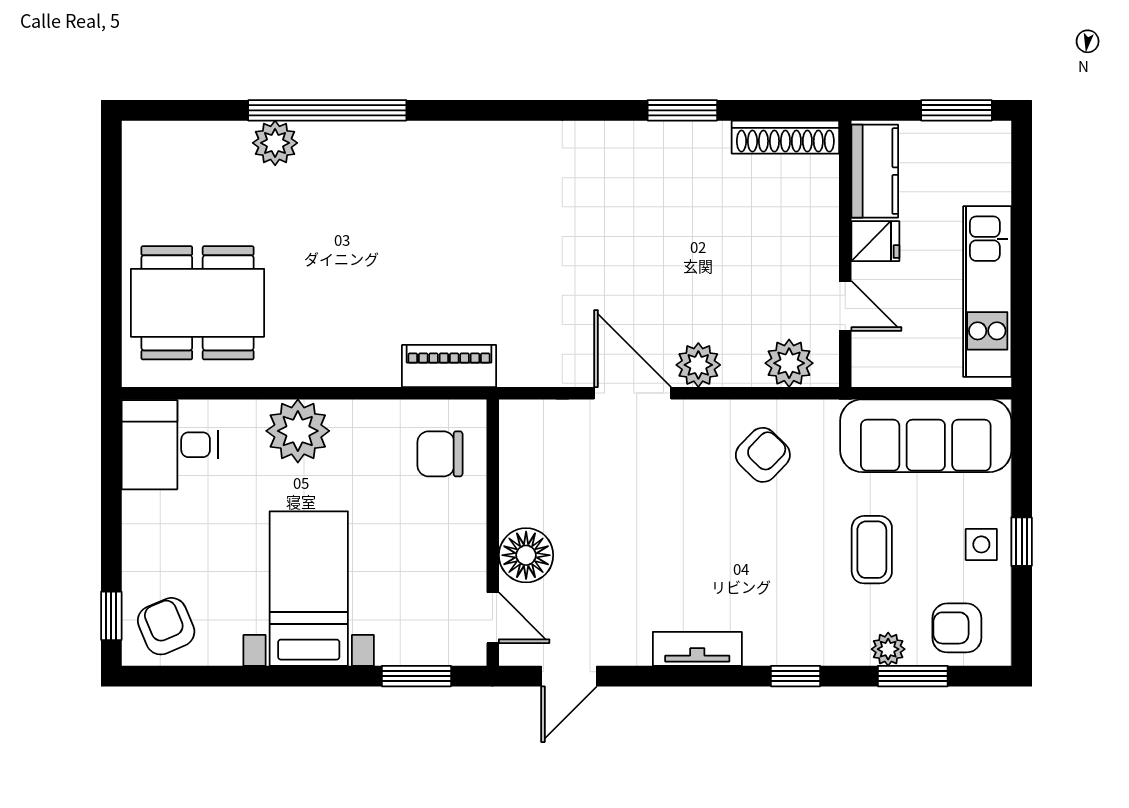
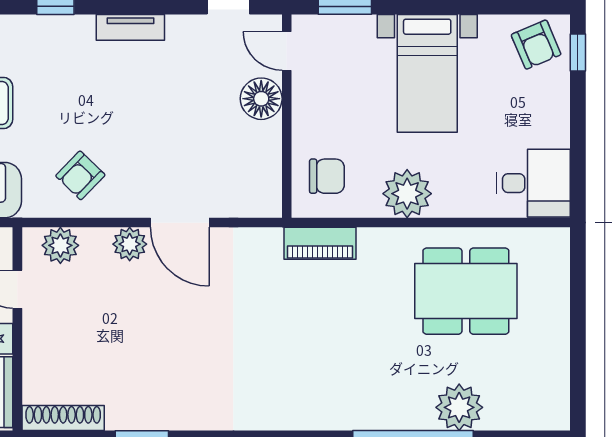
plant: (275, 143) -> (459, 407), width x1.36, depth x1.36
dining table: (197, 303) -> (466, 291), moved
plant: (298, 431) -> (407, 194), moved

